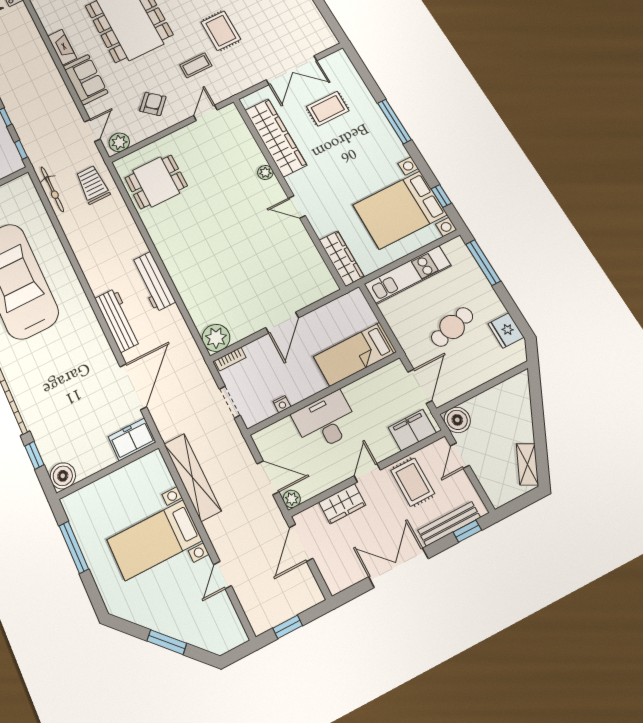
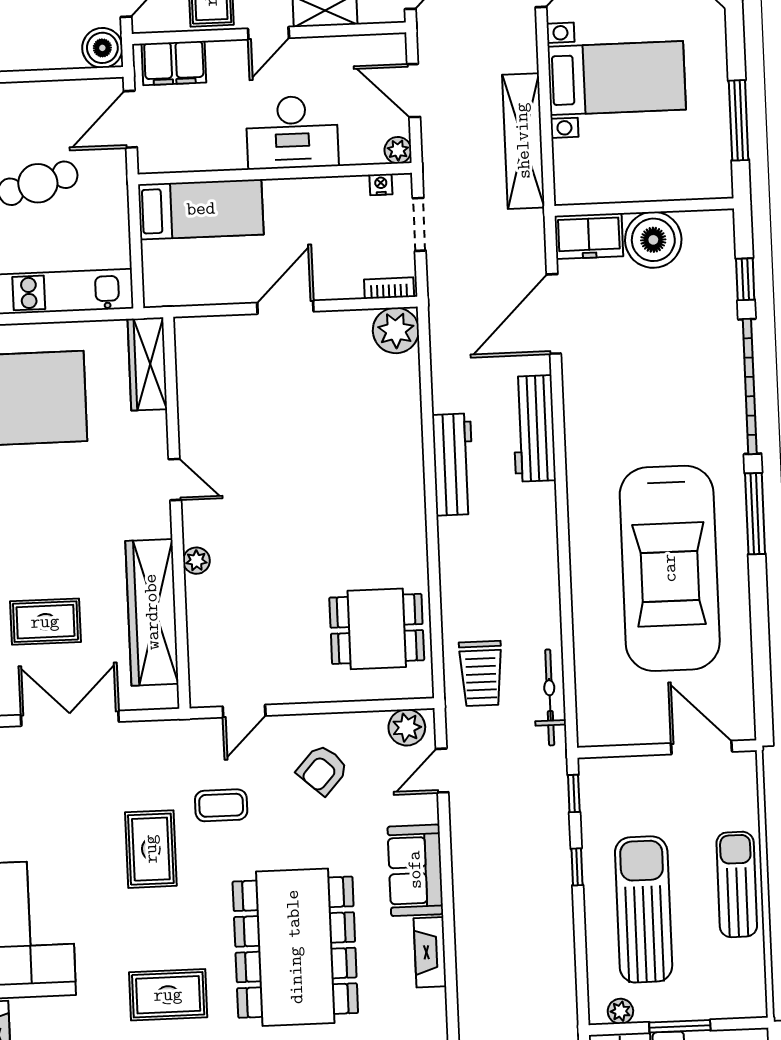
nightstand: (282, 404) -> (381, 184), moved
boiler: (63, 476) -> (653, 240), moved, width x1.37, depth x1.37
plant: (292, 499) -> (398, 150), moved

